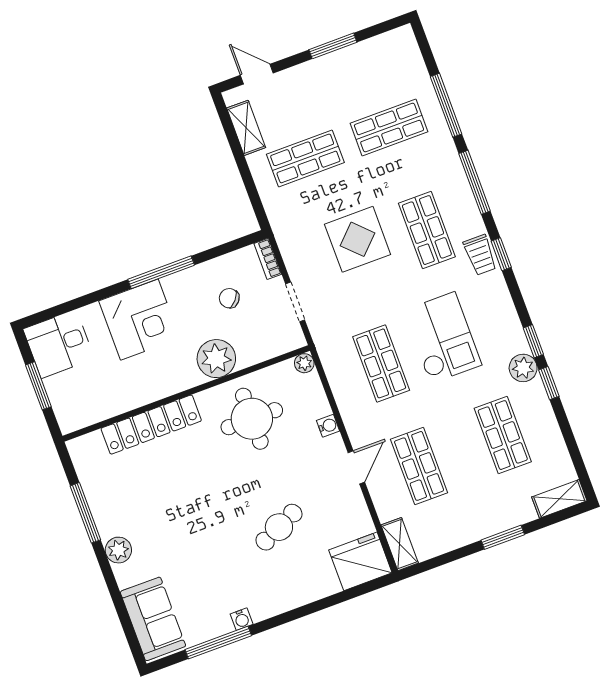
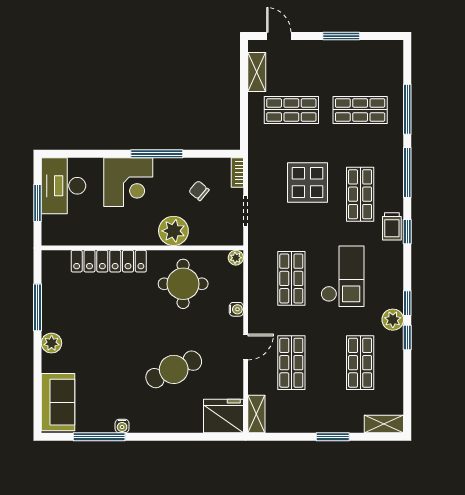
desk: (59, 344) -> (64, 186), width x1.37
cafe table: (279, 527) -> (174, 369), width x1.37, depth x1.35

